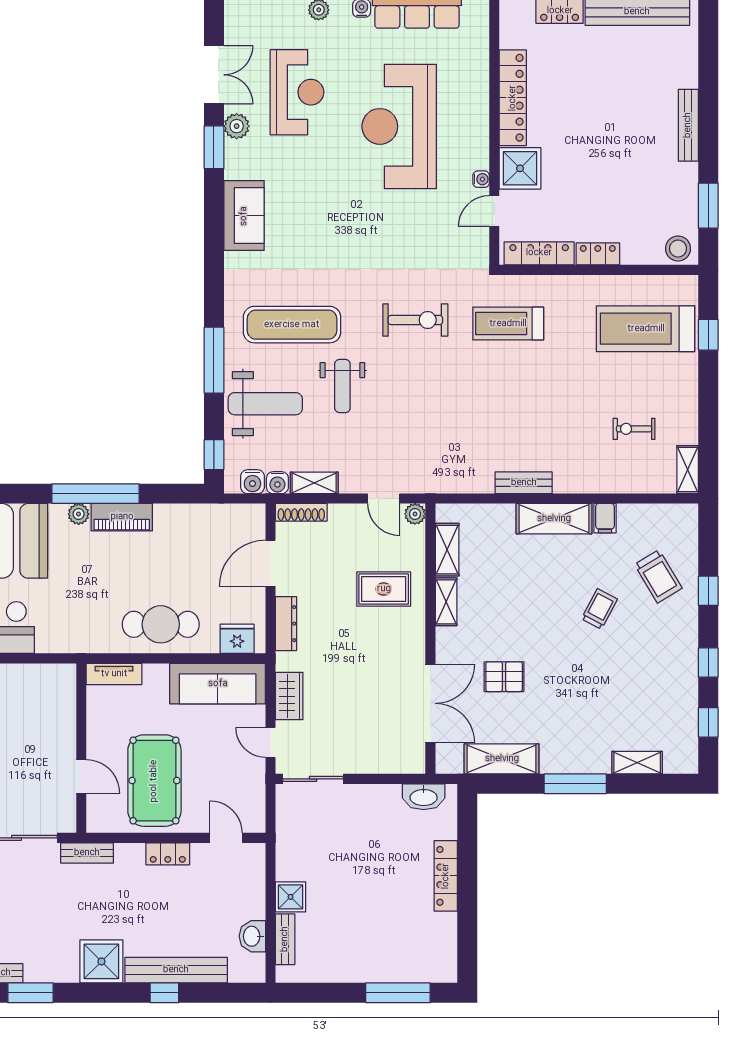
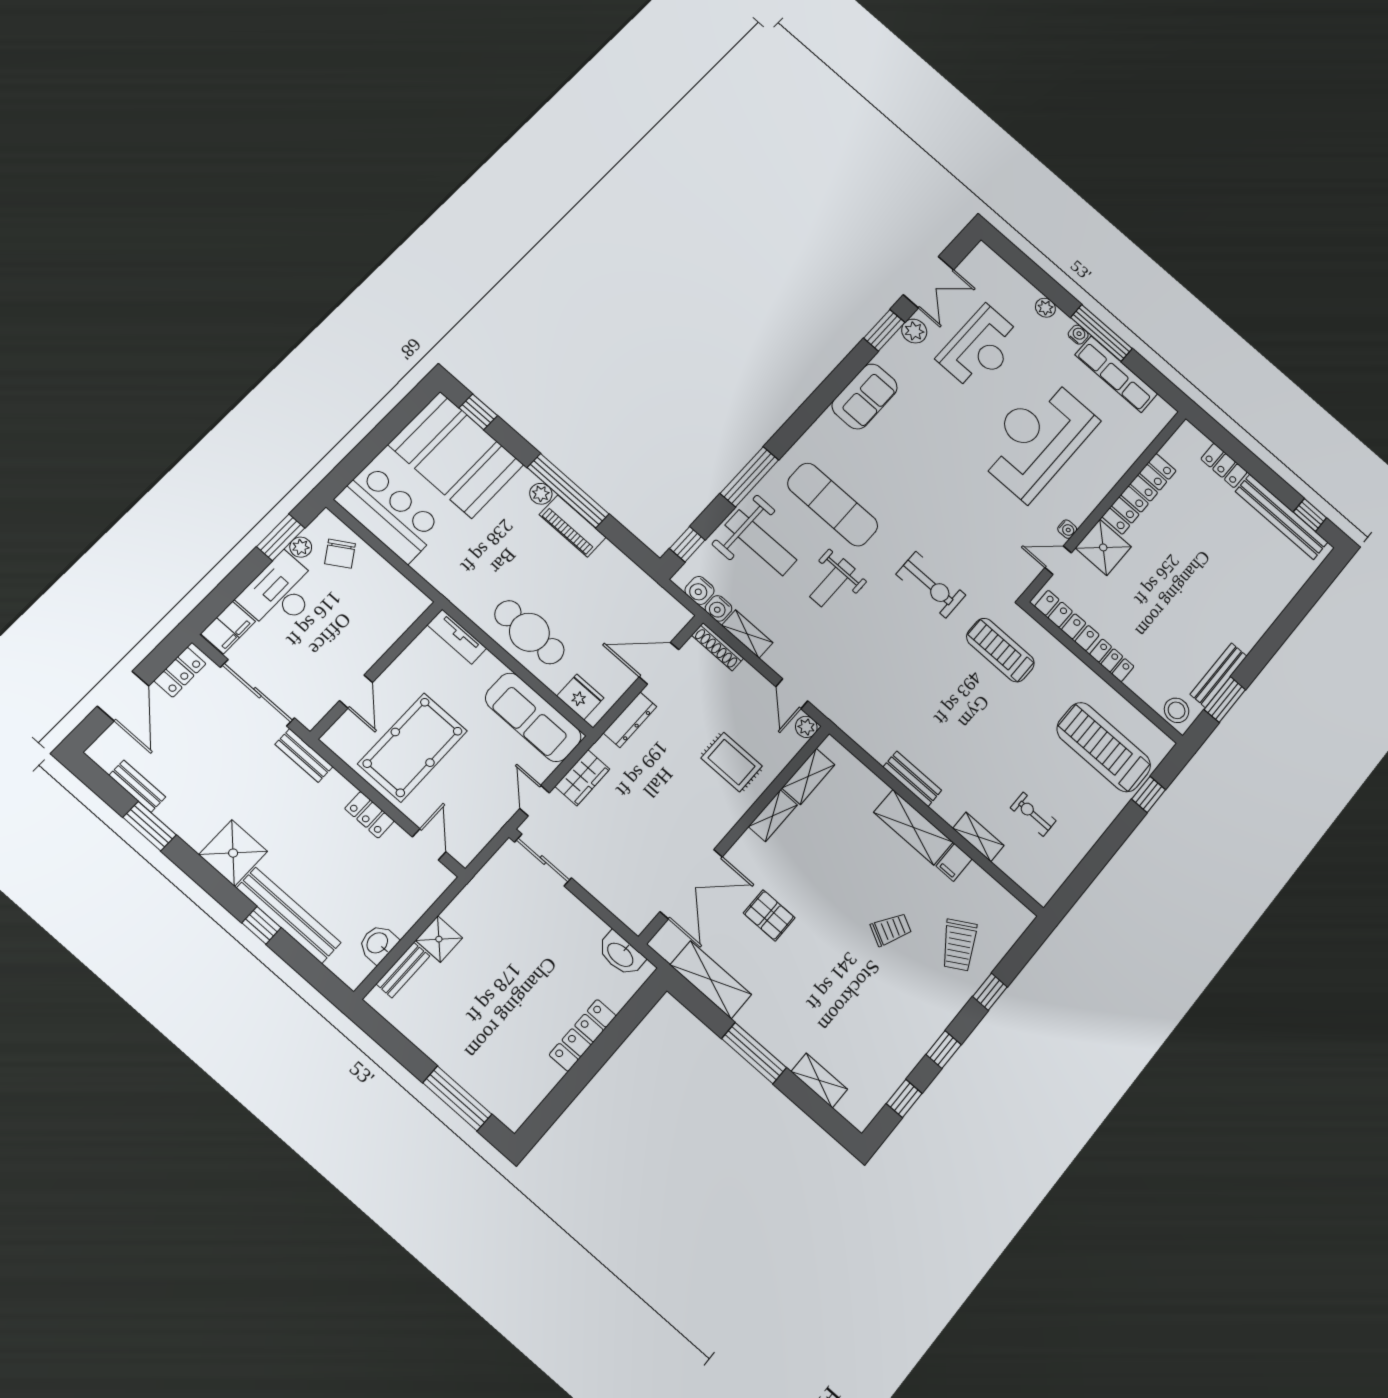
bench: (688, 125) -> (1219, 675), moved
shelving: (688, 470) -> (978, 837), moved, turned 90

